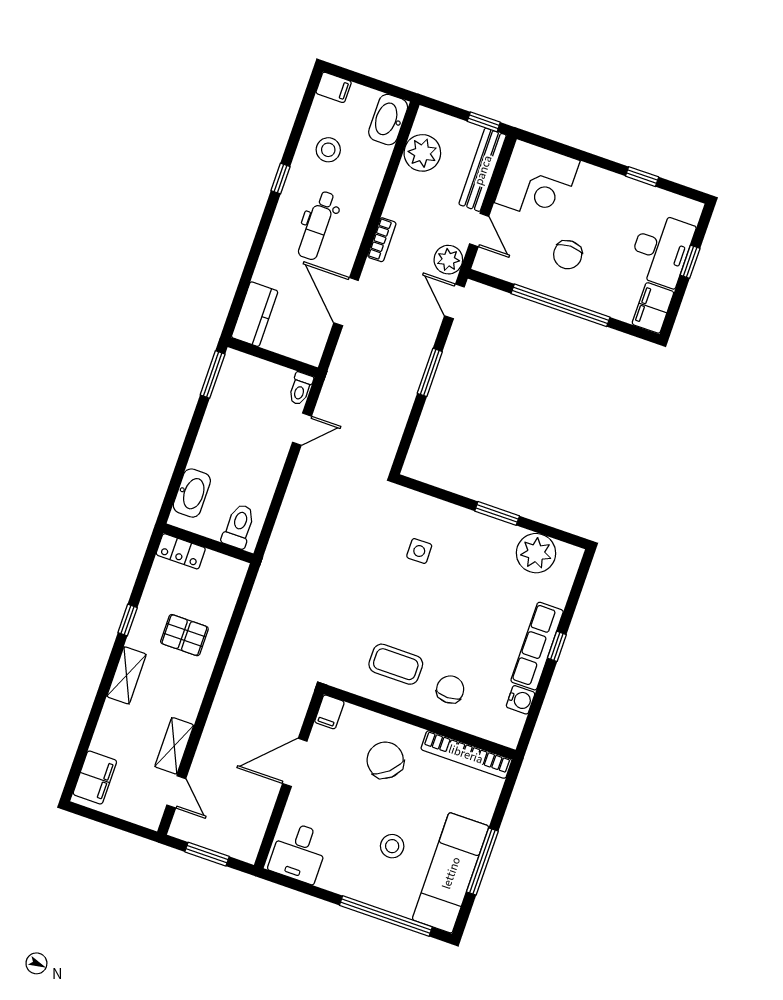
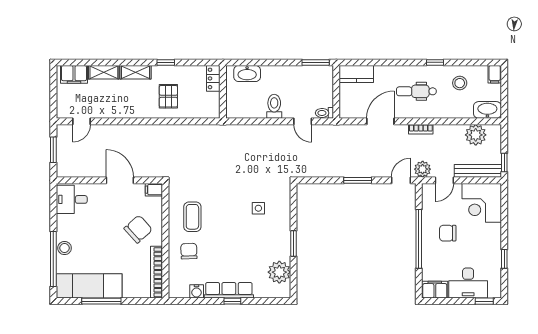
window: (690, 262) -> (484, 301), moved
toilet: (239, 526) -> (274, 106), moved, turned -90
chair: (450, 689) -> (189, 251), turned -92
shelving: (174, 746) -> (104, 72), moved
stool: (392, 846) -> (65, 248), moved

